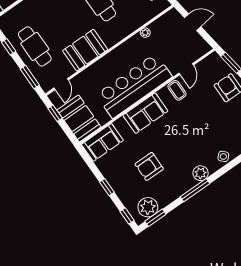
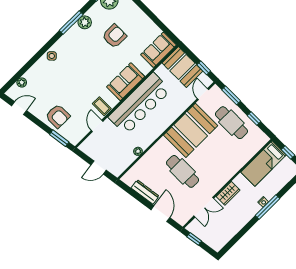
booth: (85, 50) -> (191, 130), width x1.36, depth x1.42
plant: (201, 173) -> (85, 22), moved
window: (107, 187) -> (148, 12), removed

